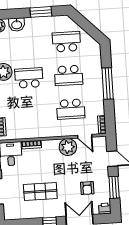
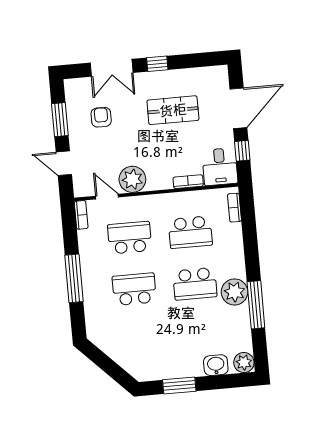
school desk: (66, 42) -> (190, 232), moved
printer: (105, 209) -> (73, 87), removed

